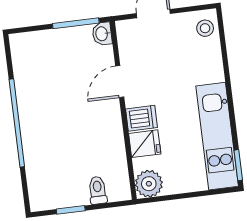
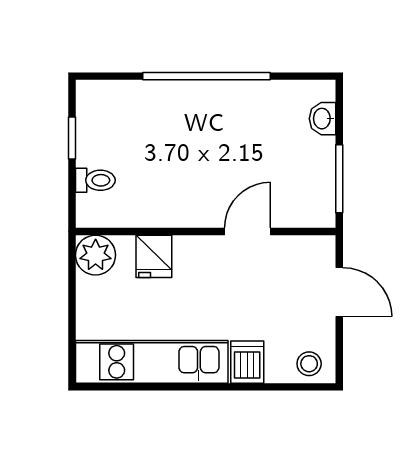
washbasin: (102, 34) -> (323, 119), moved, turned -90
door: (120, 82) -> (248, 231), hinge flipped
dishwasher: (142, 118) -> (247, 362), moved, turned 180
window: (238, 165) -> (106, 387), removed

